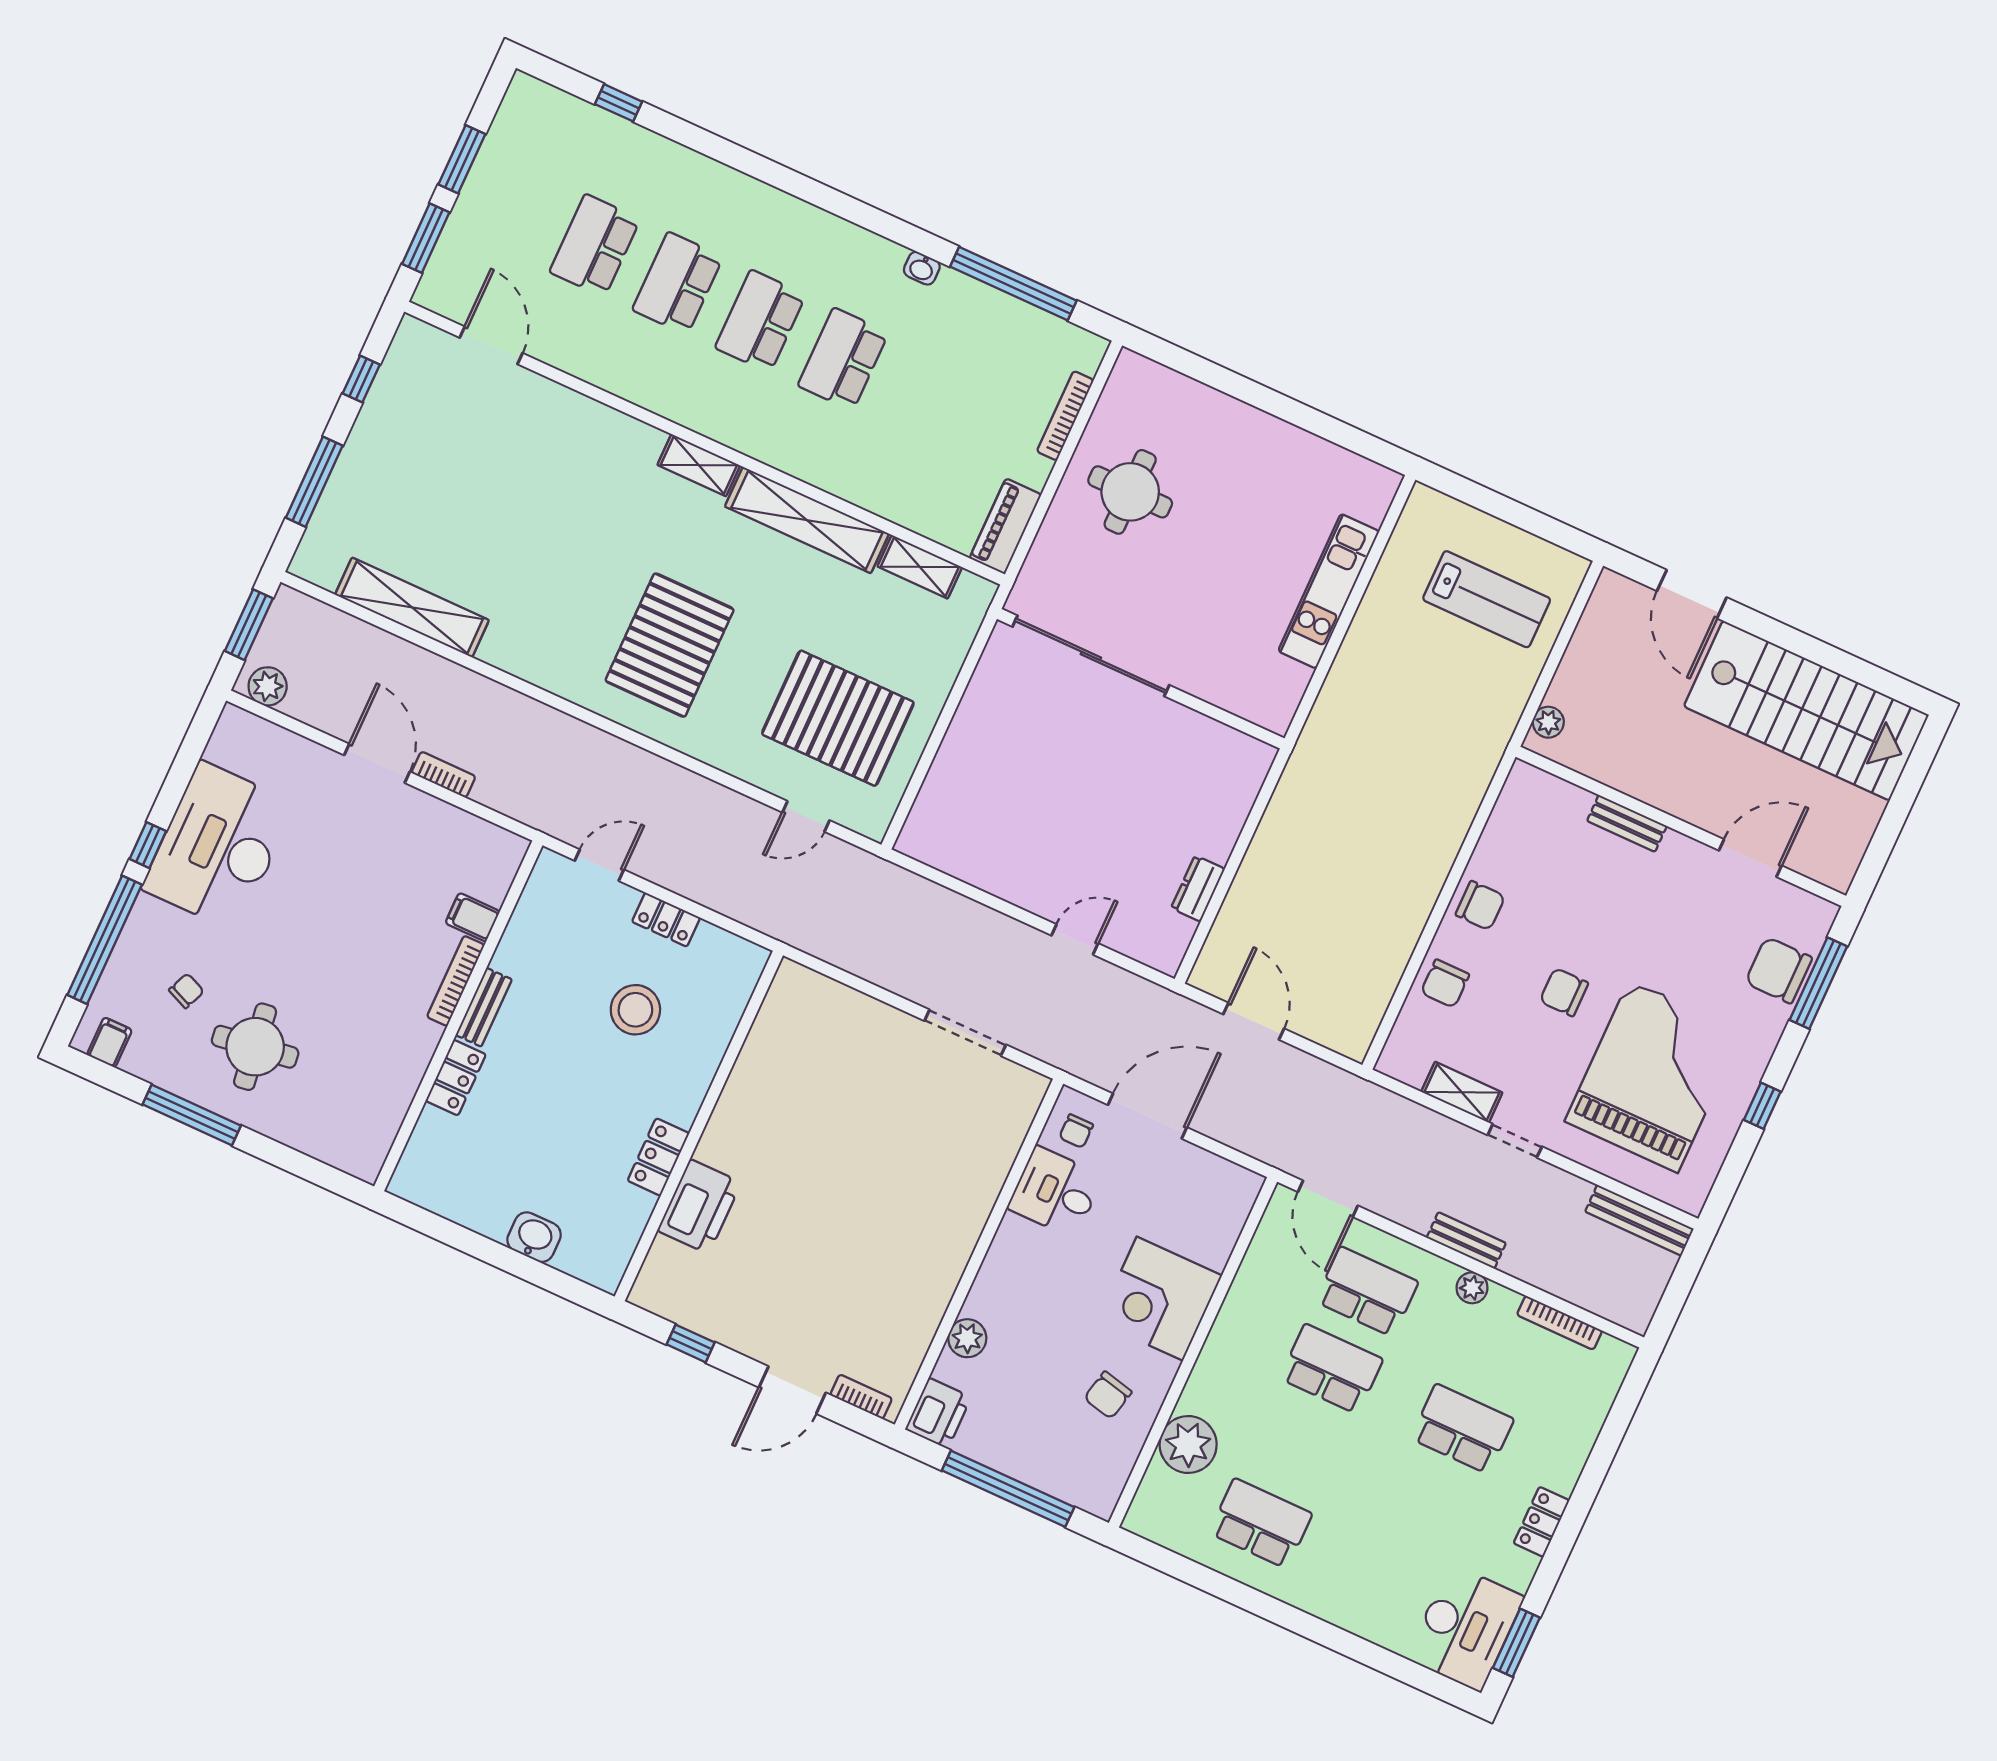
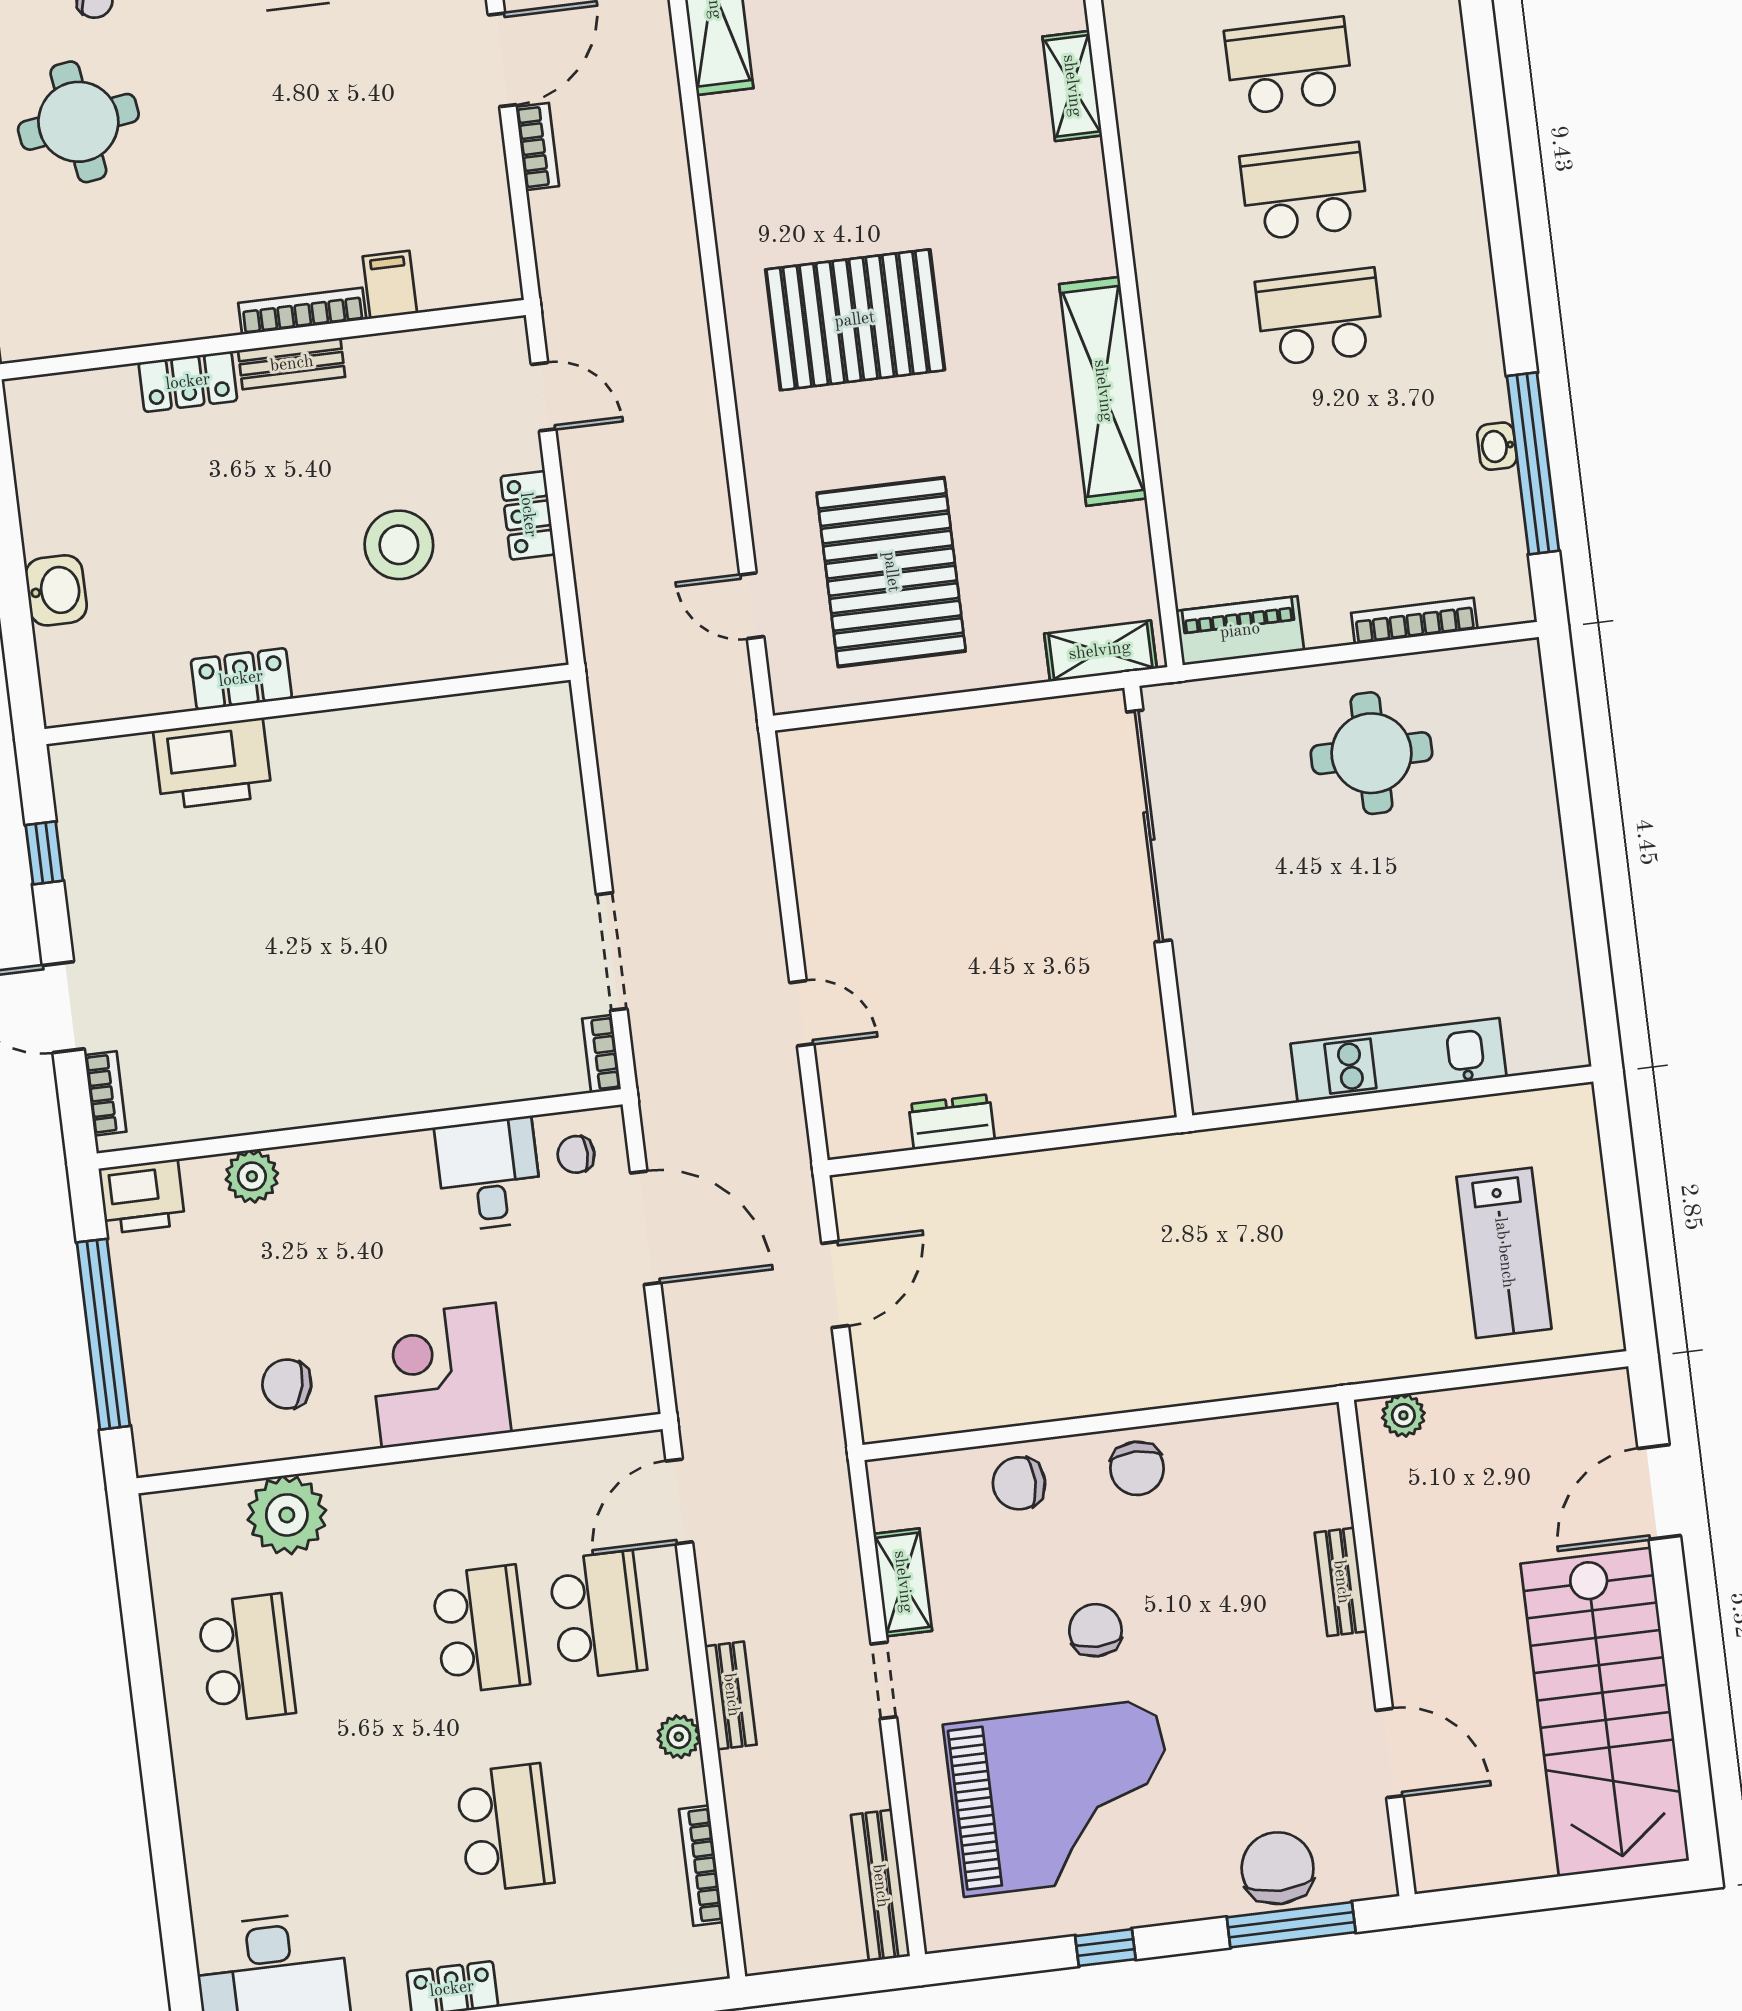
washbasin: (922, 268) -> (1497, 446), moved
shelving: (699, 465) -> (1072, 86), moved
shelving: (920, 567) -> (1100, 651), moved, turned 90
bookcase: (1024, 1078) -> (602, 1054), added

